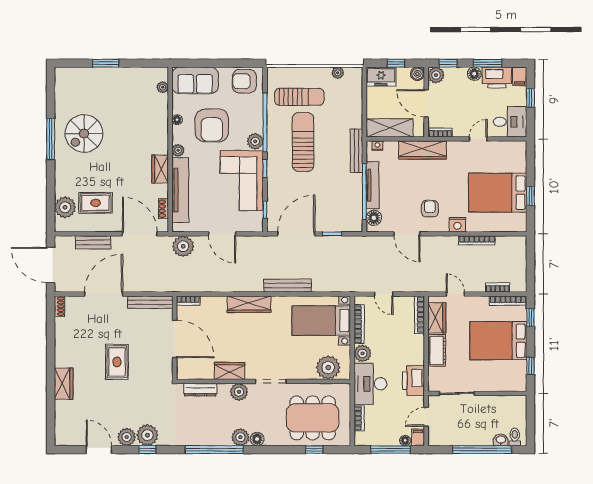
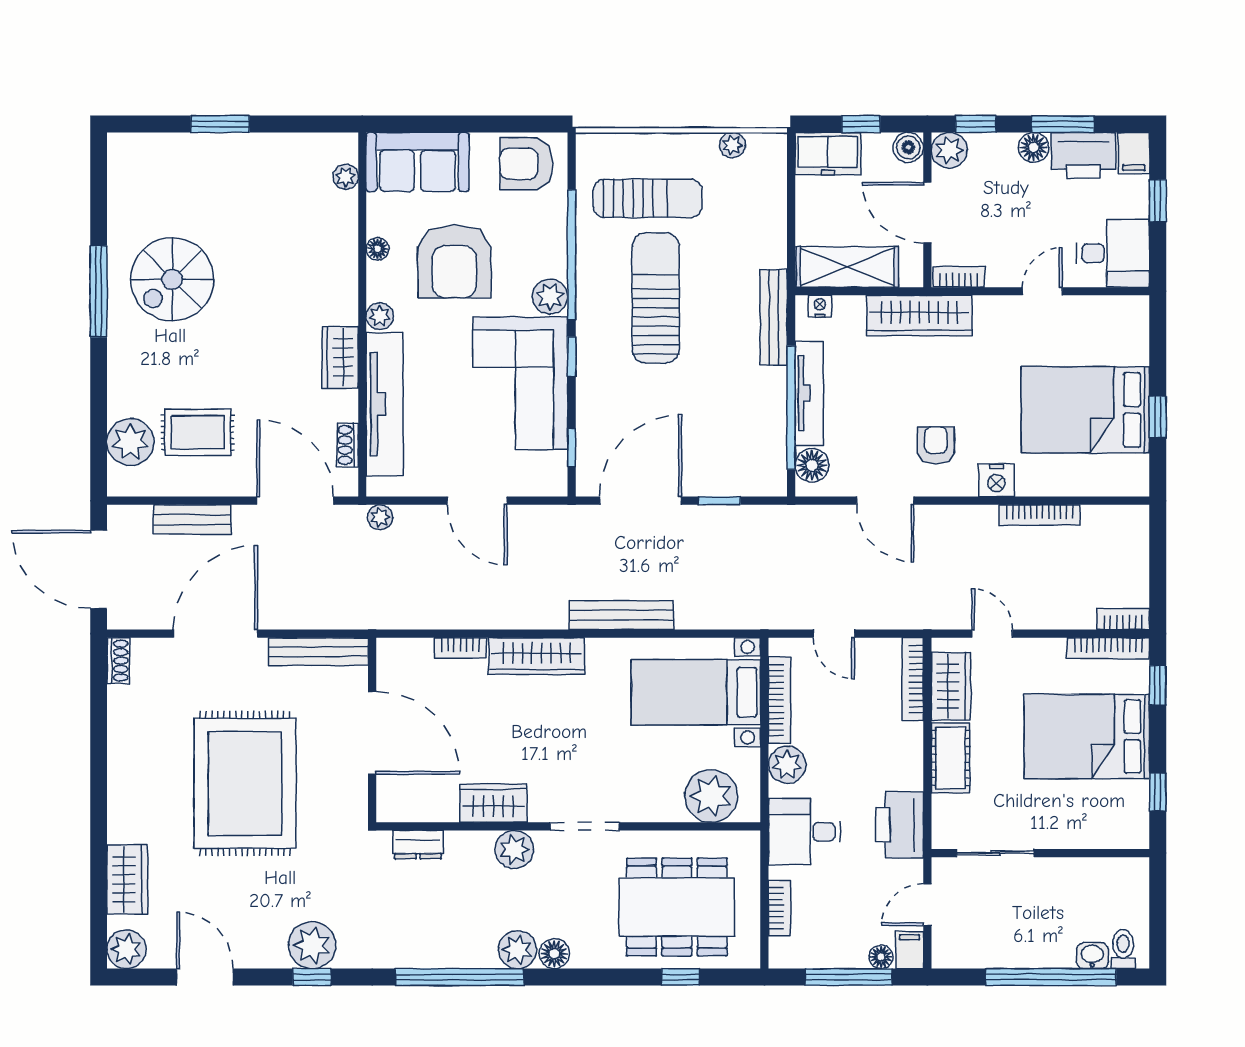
plant: (183, 246) -> (380, 517), width x0.53, depth x0.53
bookcase: (498, 287) -> (1123, 619), moved
bookcase: (188, 301) -> (460, 648), moved
rug: (117, 362) -> (245, 783), width x1.86, depth x2.06
wardrobe: (64, 384) -> (127, 879), moved
desk: (370, 384) -> (804, 832), width x0.73
dresser: (200, 390) -> (418, 845), width x0.70
plant: (127, 437) -> (126, 949), moved

